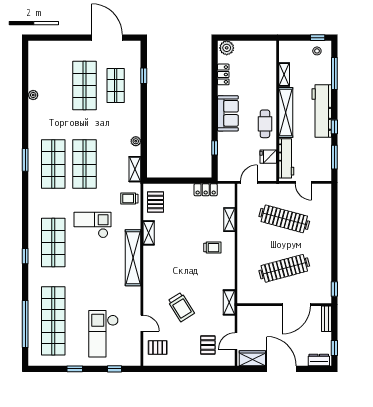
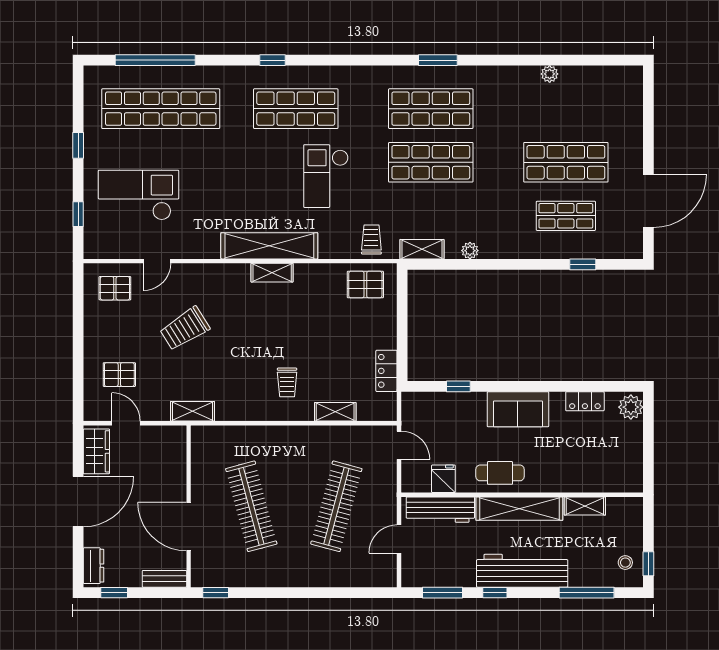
checkout: (92, 225) -> (326, 176), turned 180
shelving: (149, 233) -> (272, 273), moved
pallet: (158, 348) -> (115, 288), turned 90

